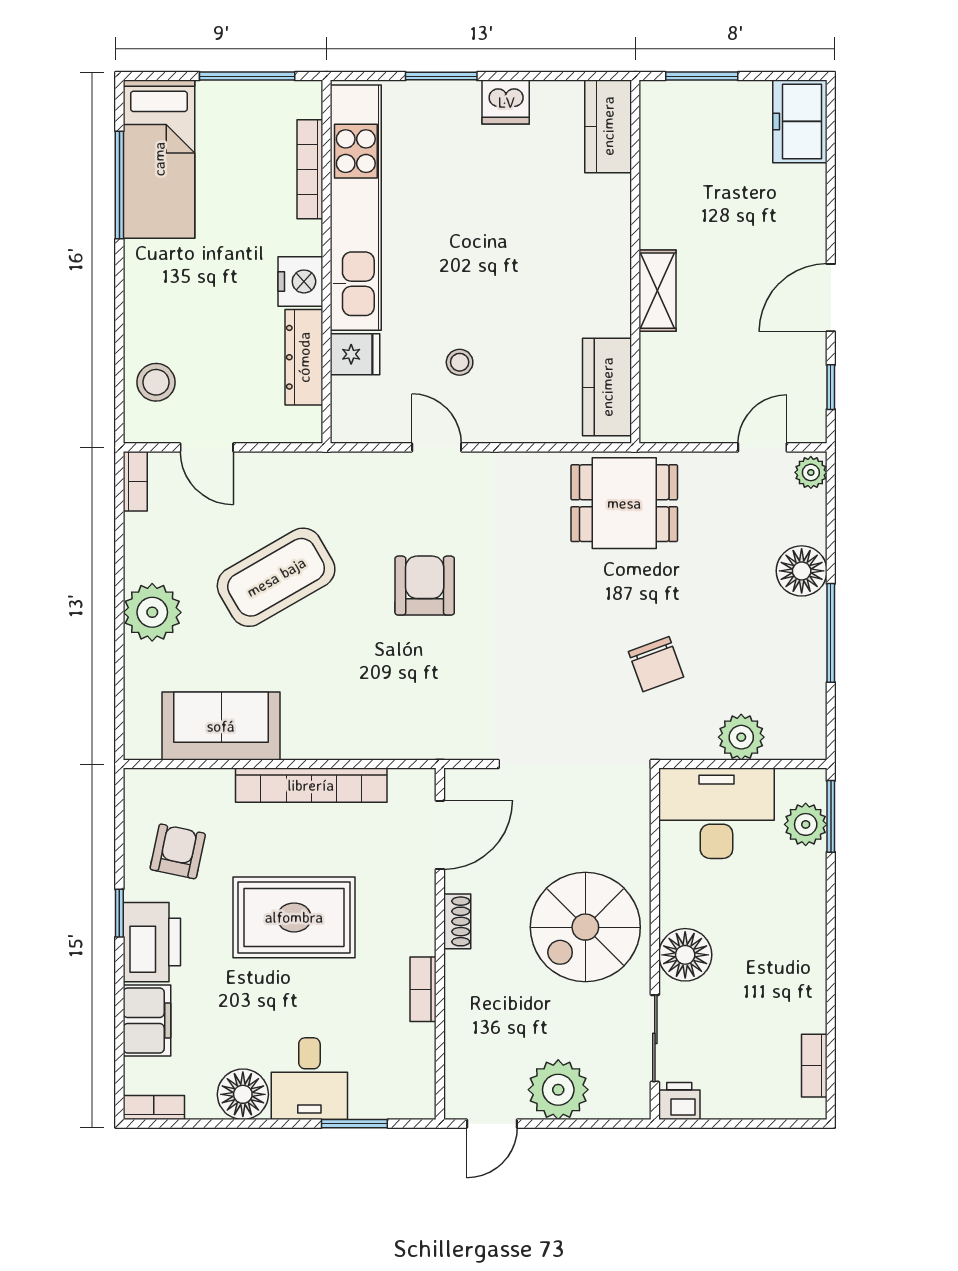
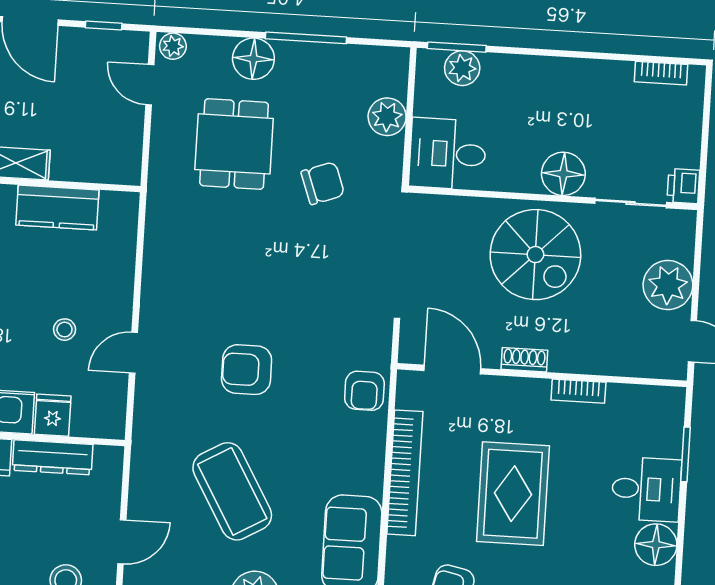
kitchen counter: (607, 387) -> (57, 207), moved
dining table: (624, 503) -> (234, 144), moved
armchair: (408, 730) -> (364, 391), added
desk: (716, 813) -> (448, 154), width x0.73

